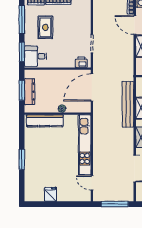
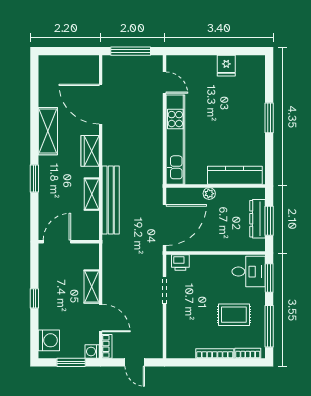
rug: (45, 27) -> (234, 315), turned 90

